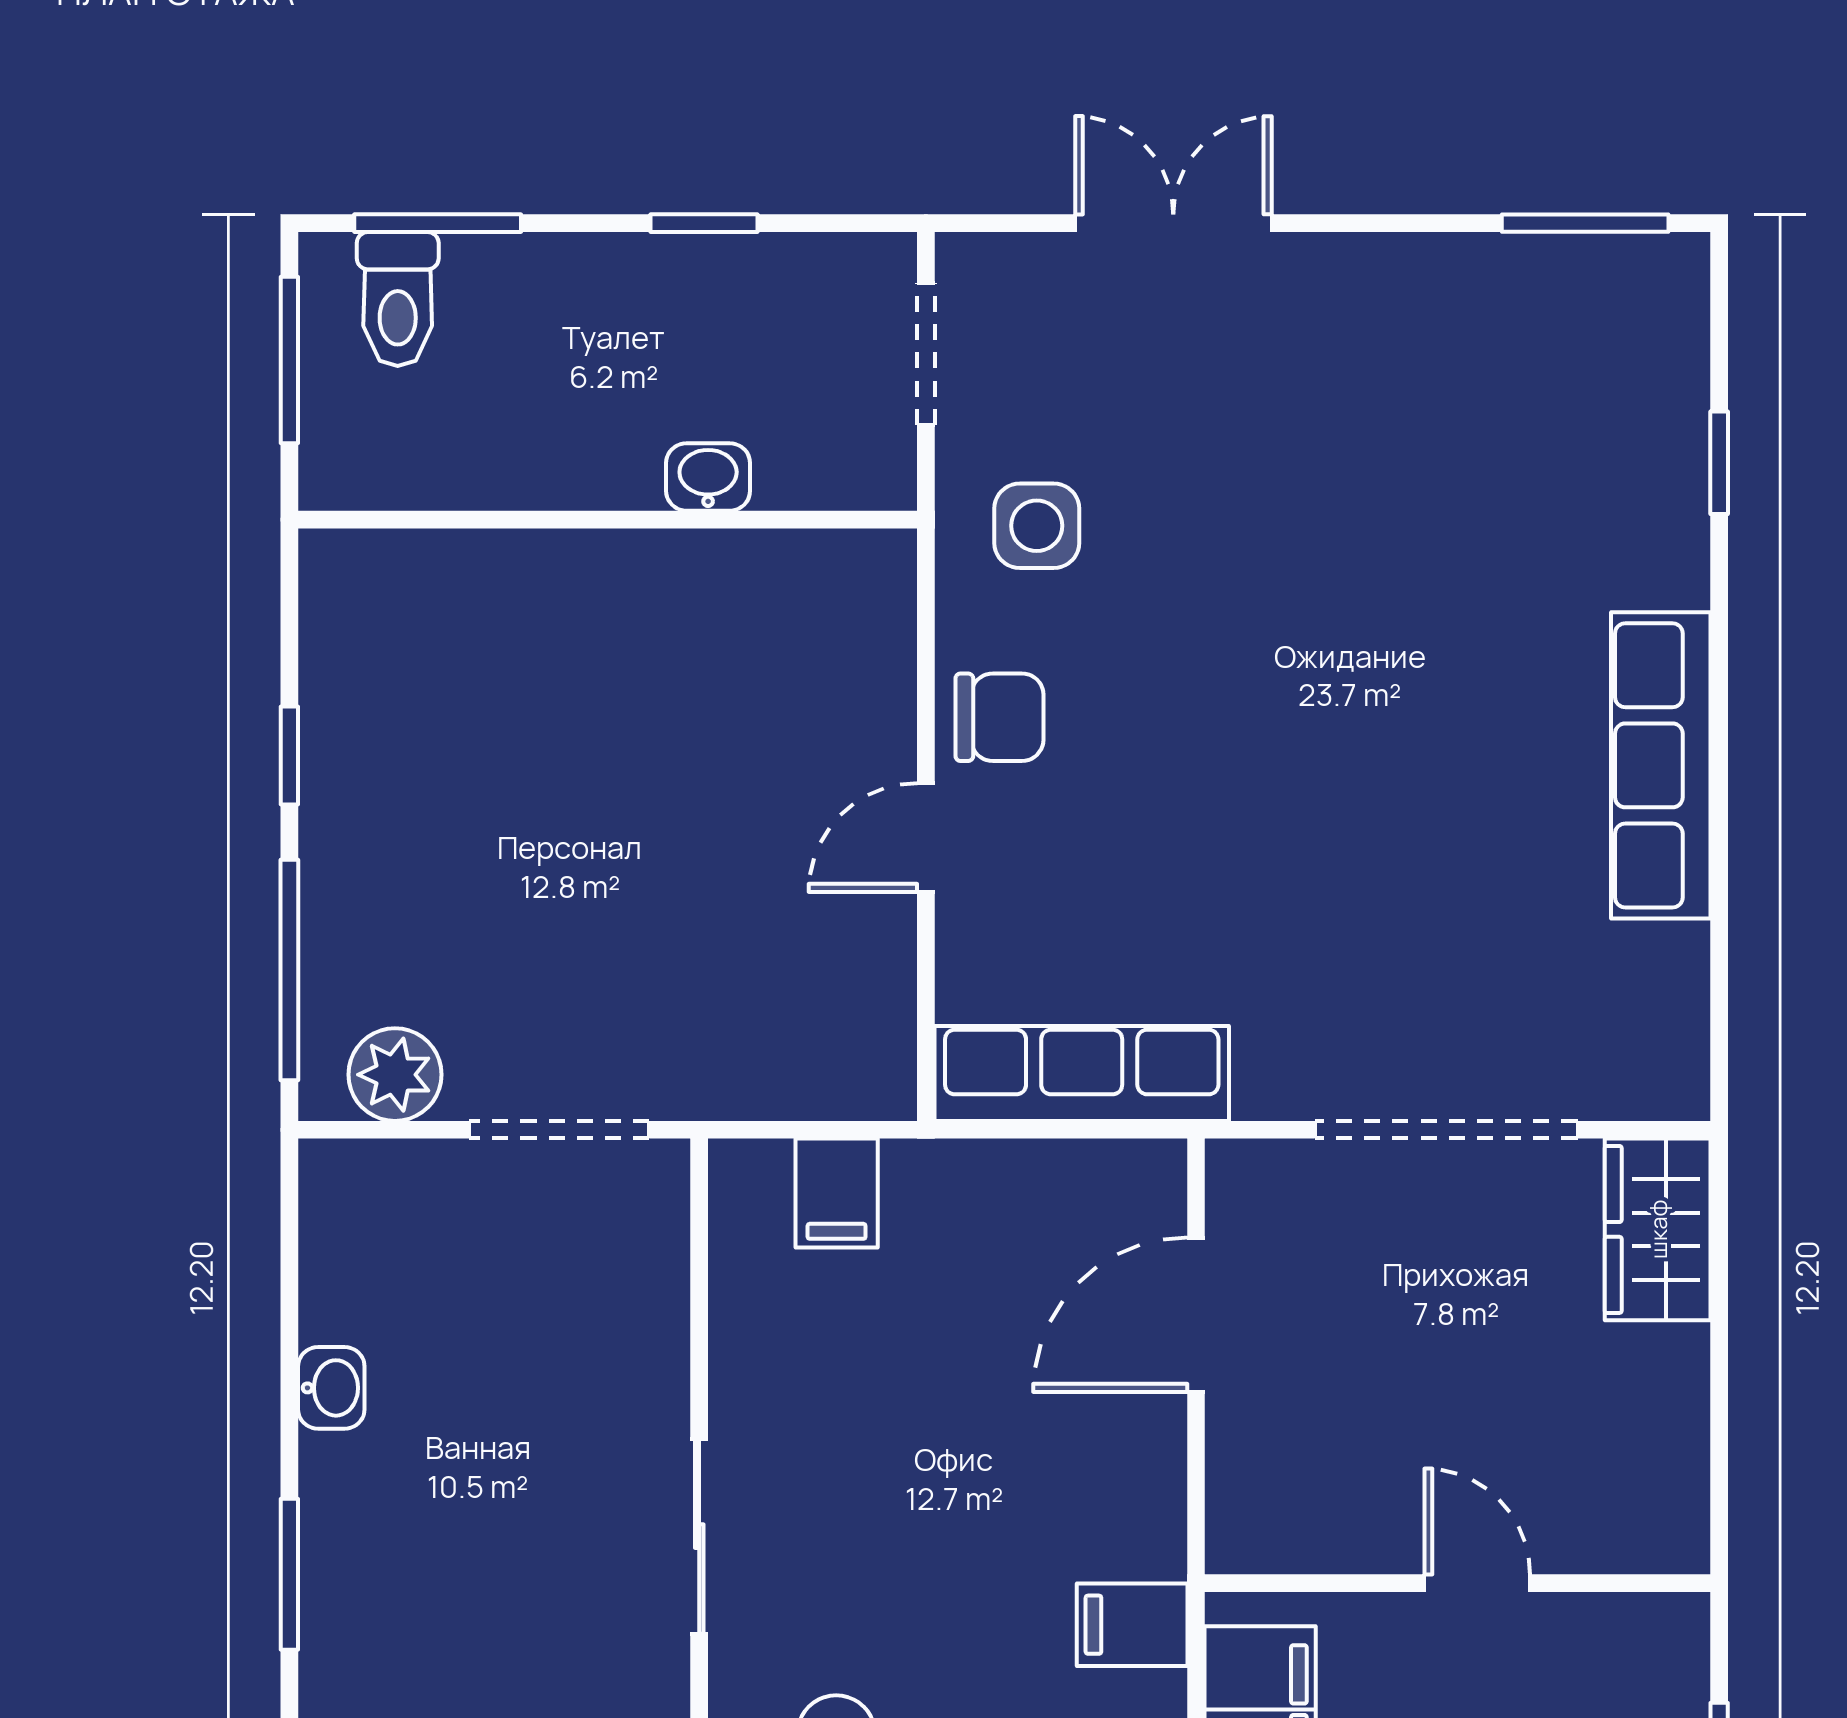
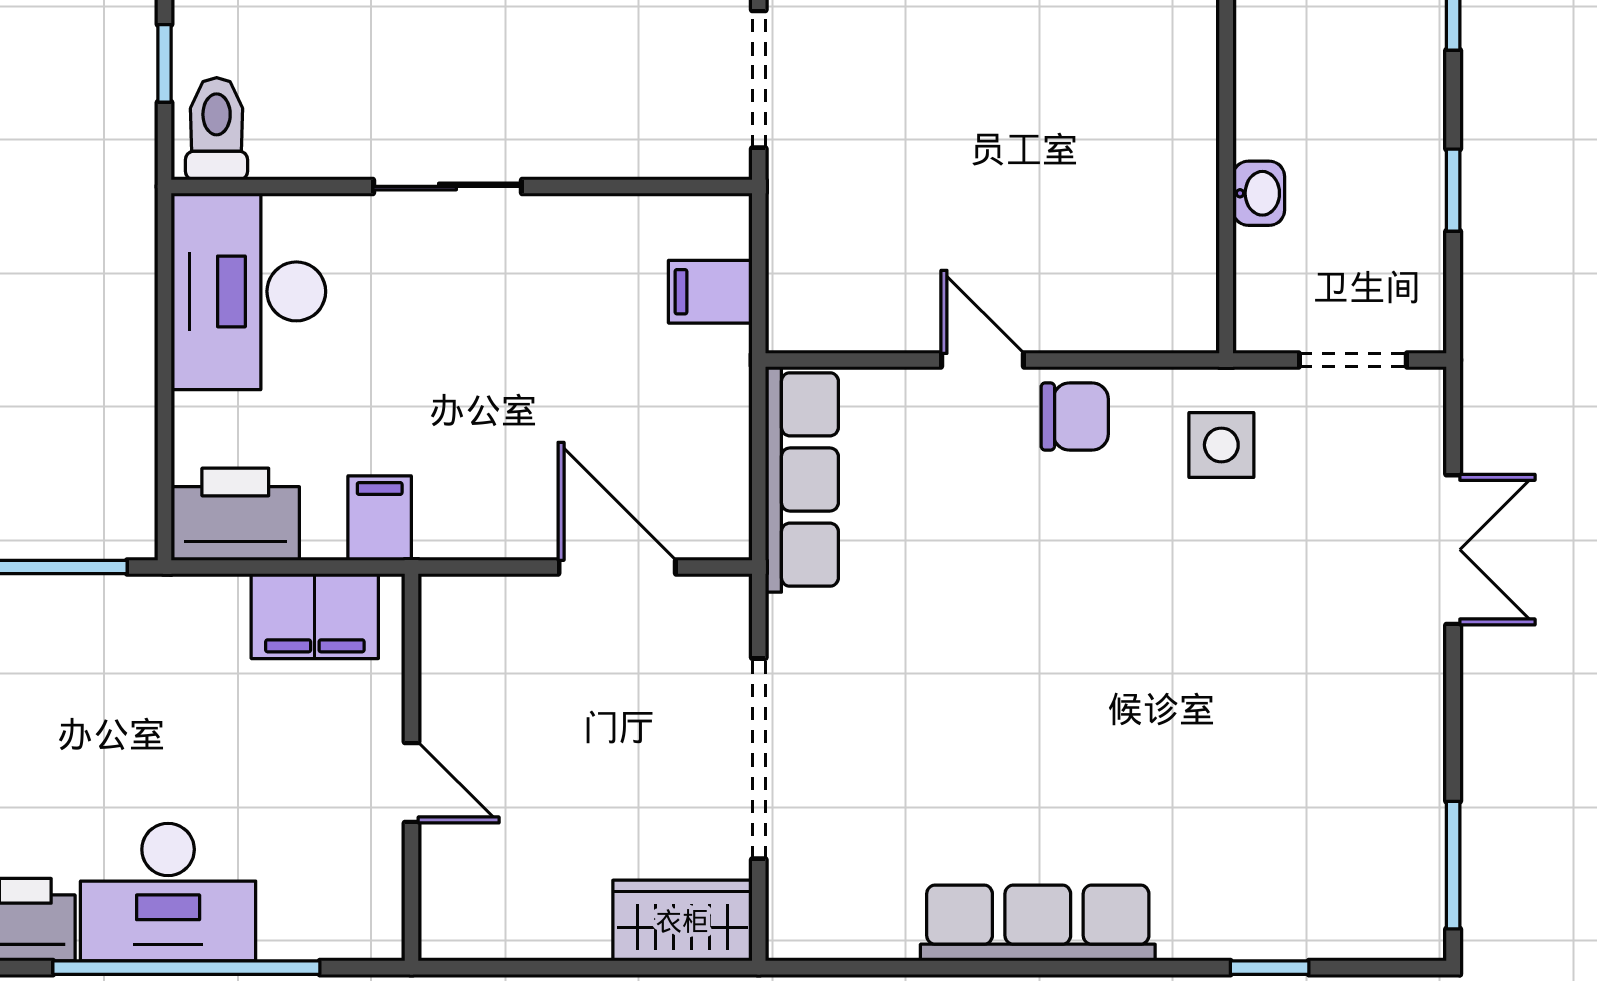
chair: (999, 717) -> (1075, 416), turned -90
door: (1477, 1583) -> (412, 782), hinge flipped

